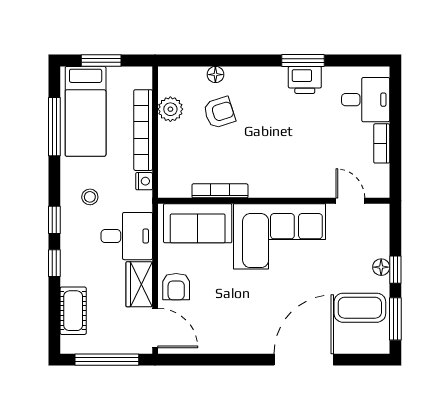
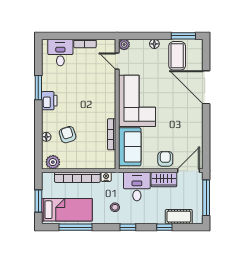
printer: (305, 80) -> (49, 101), moved
plant: (170, 109) -> (53, 162), moved
door: (350, 201) -> (117, 61), hinge flipped
plant: (380, 213) -> (124, 45), added
window: (54, 263) -> (164, 227), moved
window: (395, 270) -> (156, 36), removed
armchair: (176, 287) -> (165, 159), turned -90

